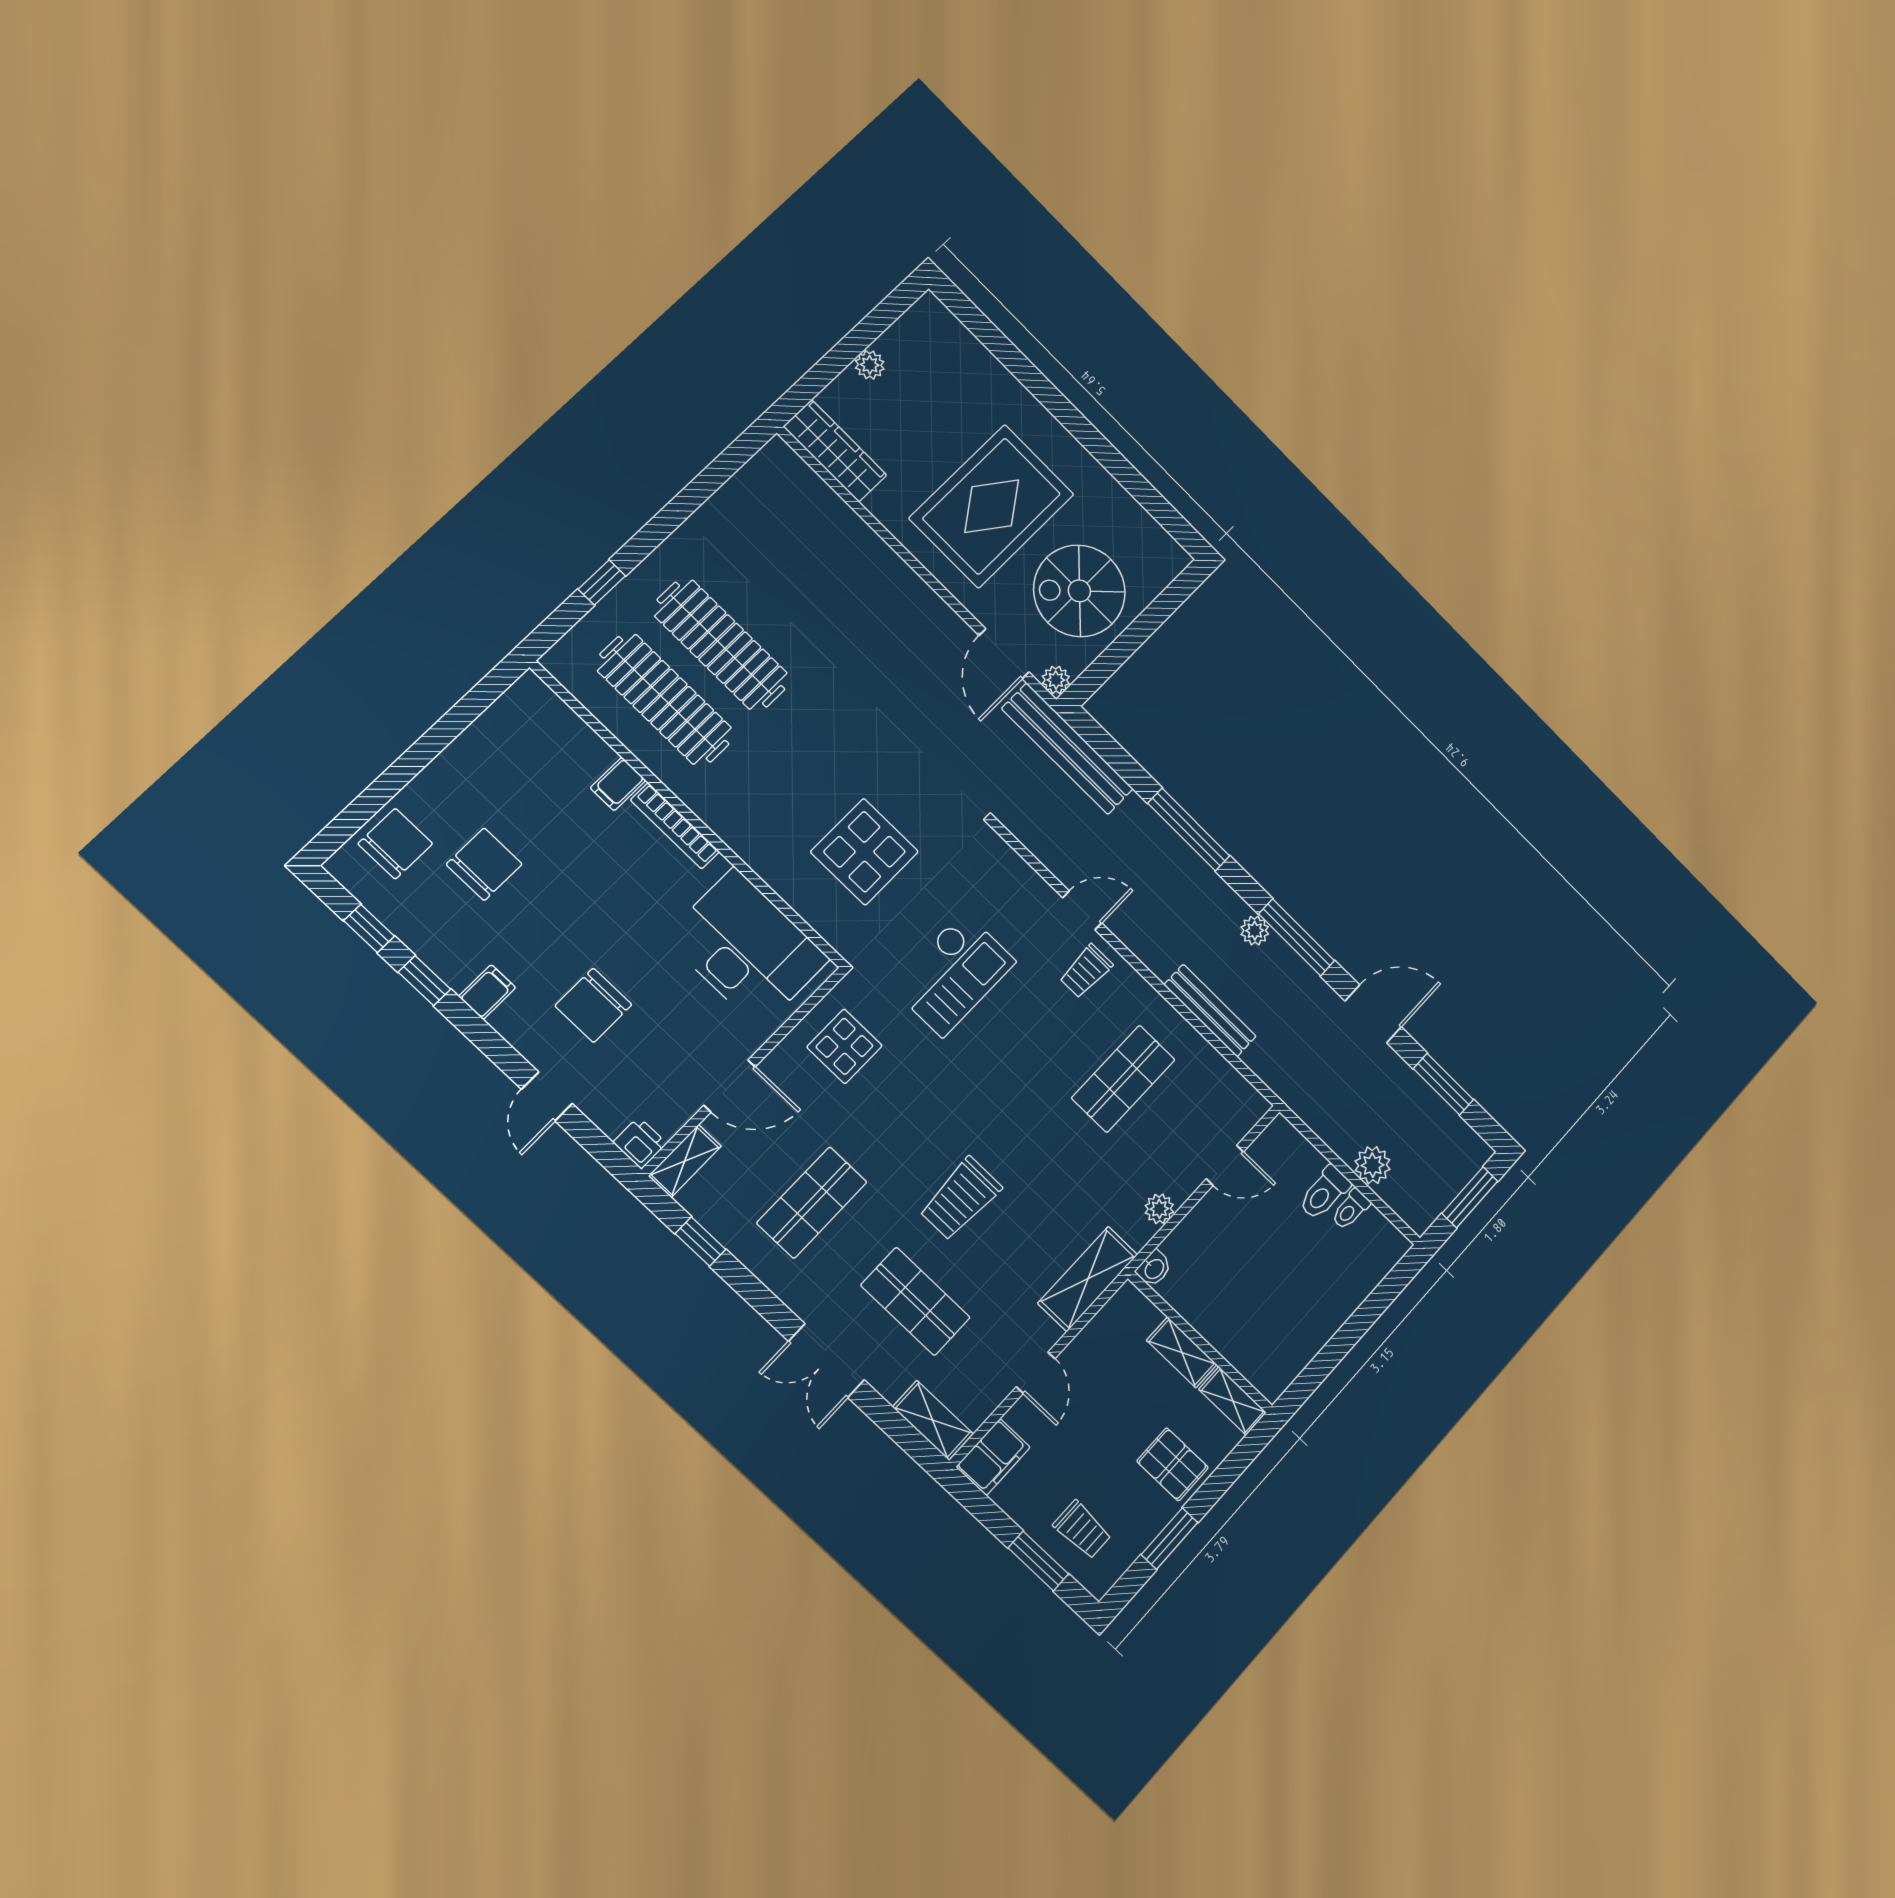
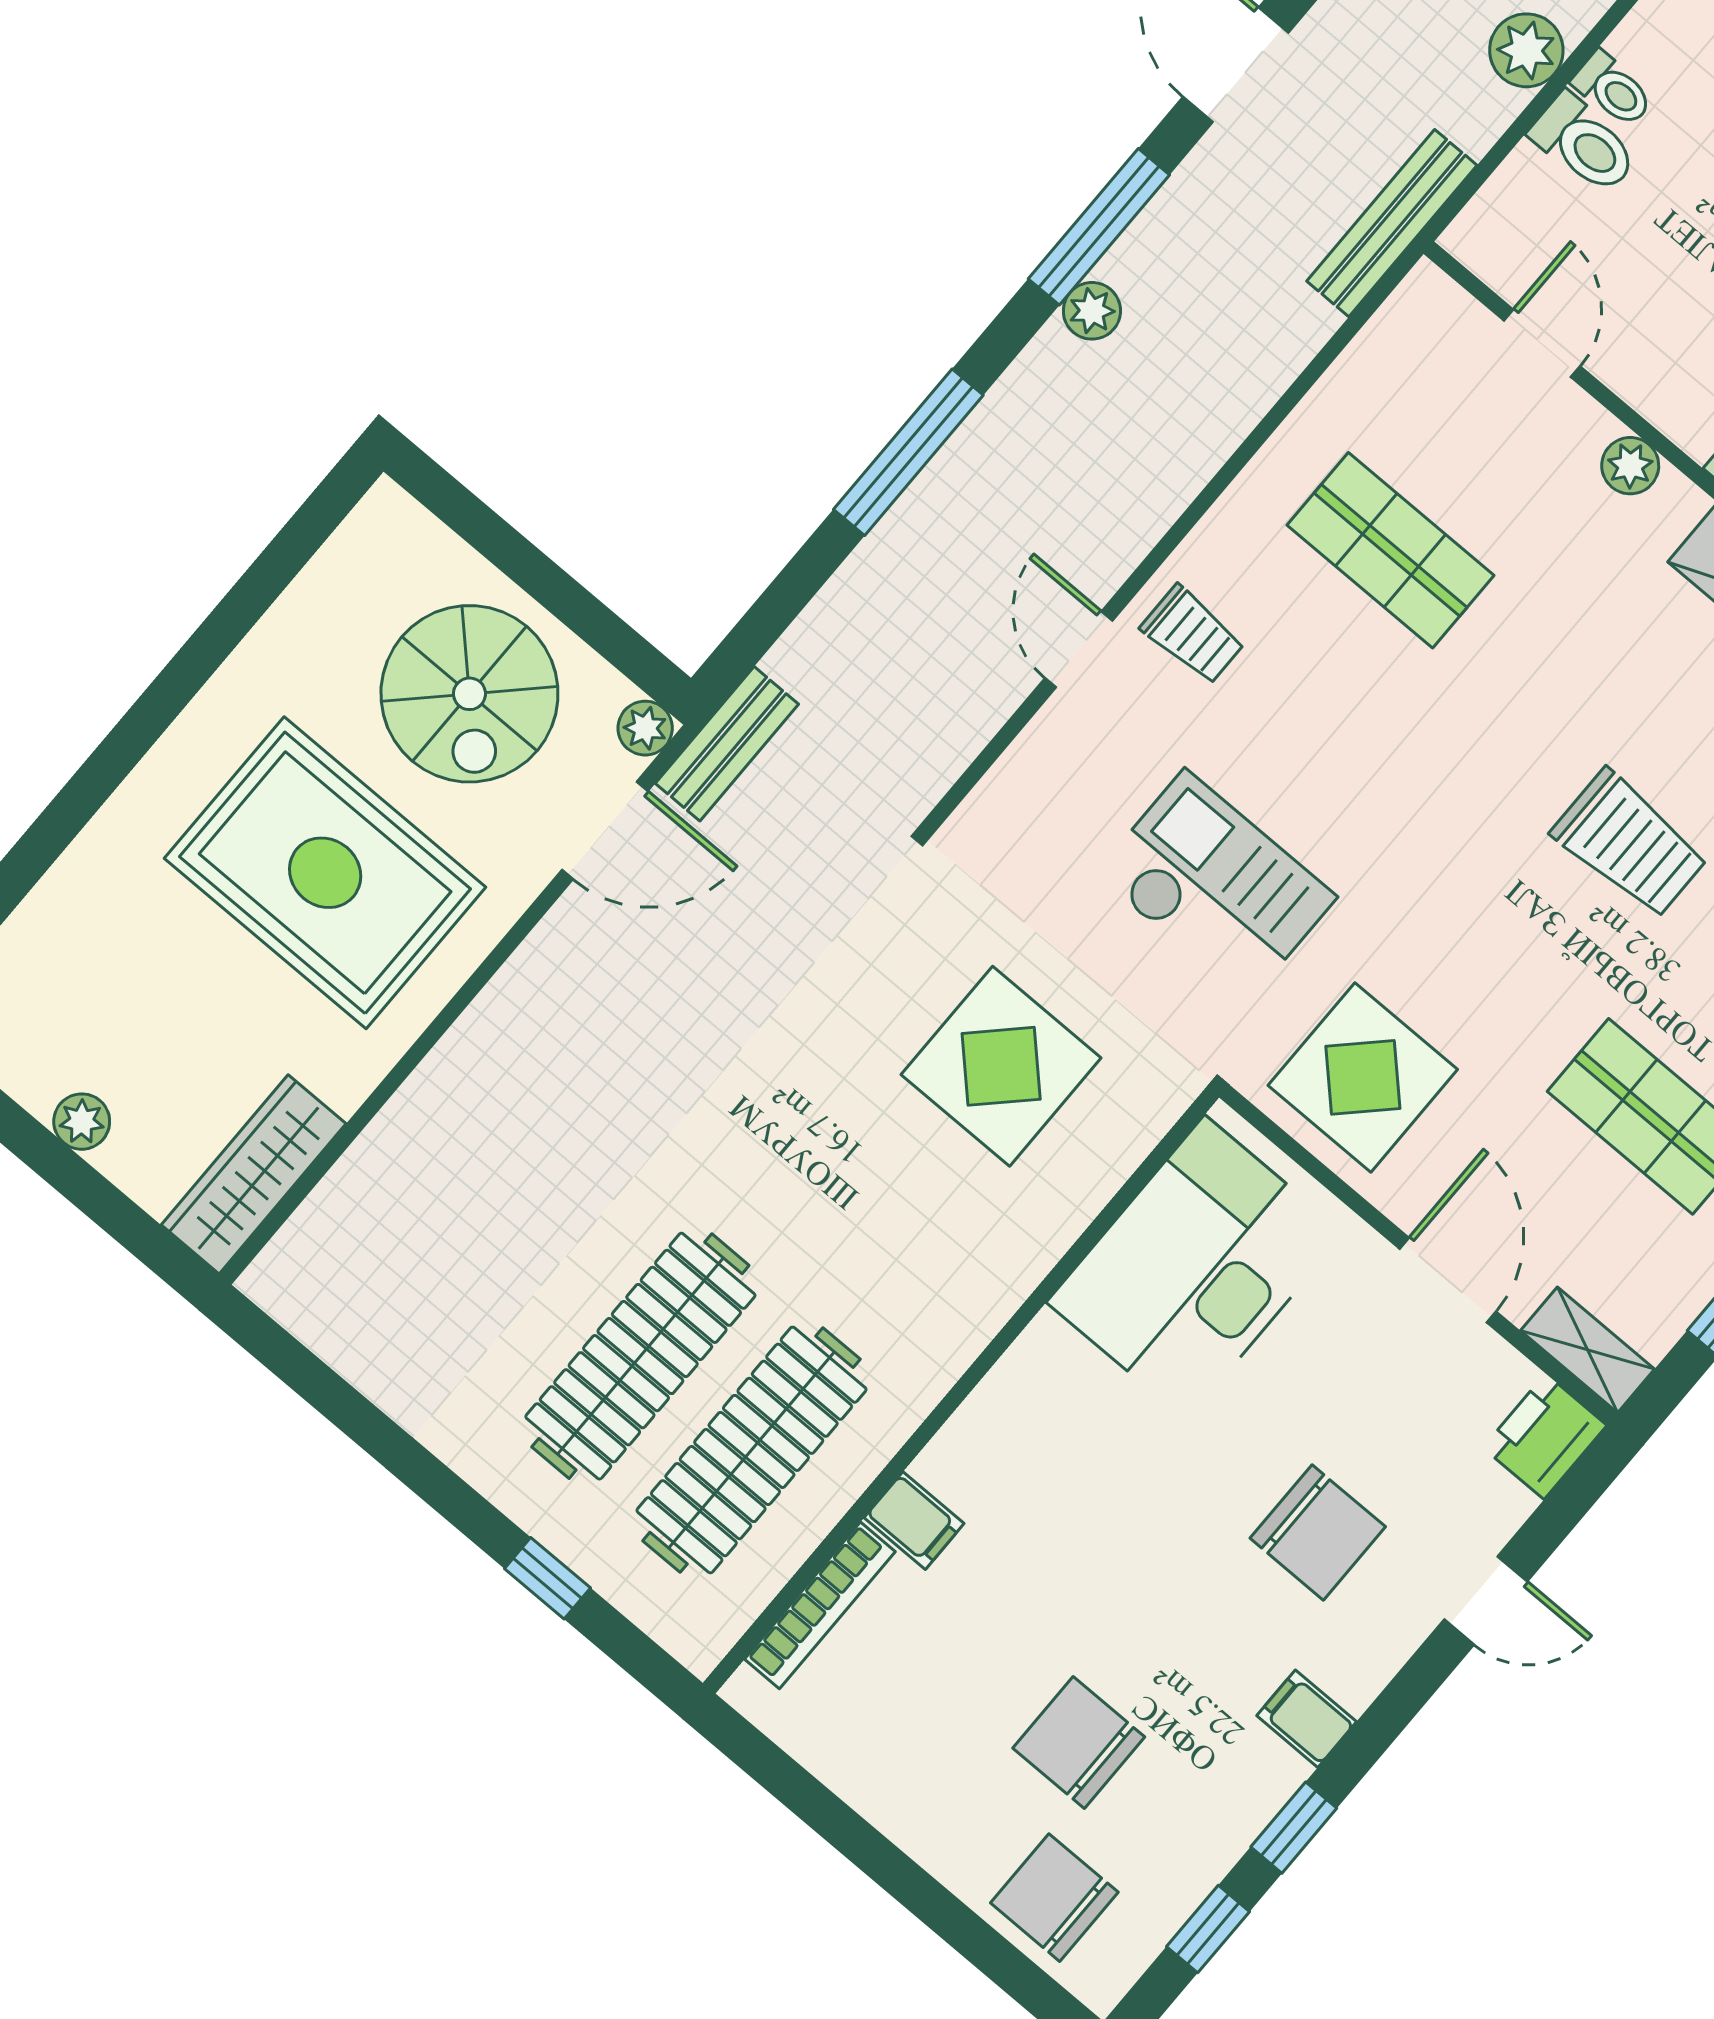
bench: (1067, 749) -> (727, 744), width x0.54, depth x0.82
bookcase: (675, 826) -> (820, 1605), moved
bench: (1210, 1011) -> (1392, 223), moved
display table: (844, 1046) -> (1363, 1077), width x1.36, depth x1.36
printer: (640, 1143) -> (1545, 1436), width x1.36, depth x1.24

